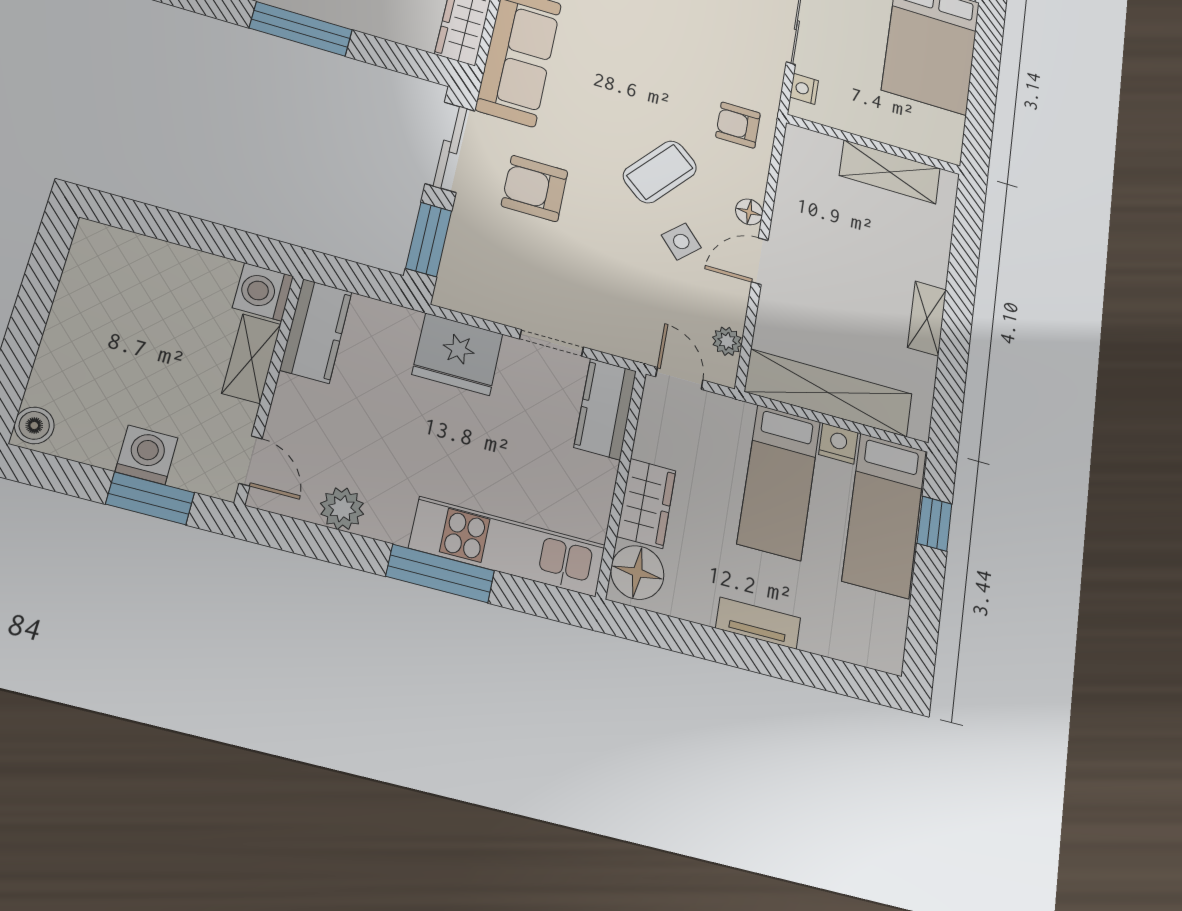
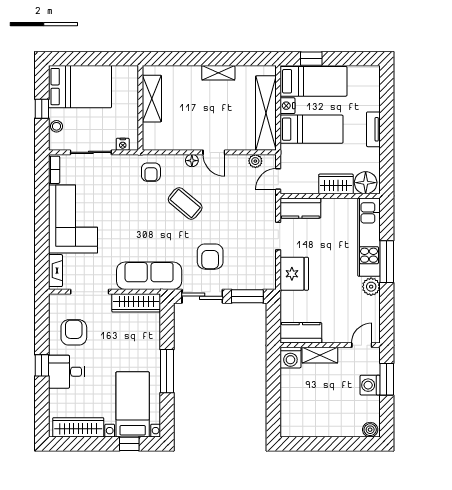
side table: (681, 241) -> (215, 189), removed
plant: (342, 509) -> (371, 287), moved

